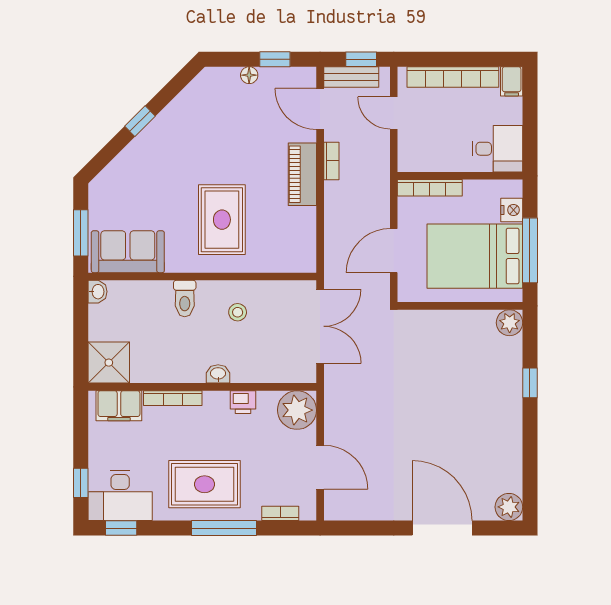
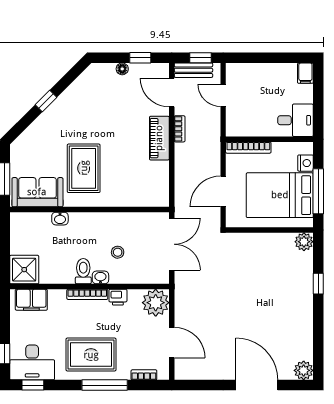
bookcase: (453, 77) -> (264, 70), removed
rug: (222, 220) -> (84, 168), moved
washbasin: (97, 292) -> (60, 219), moved, turned 90
toilet: (185, 298) -> (83, 271), moved, turned 180
stool: (238, 312) -> (118, 252), moved
bookcase: (173, 398) -> (87, 294), moved

